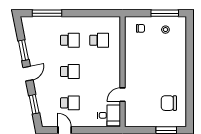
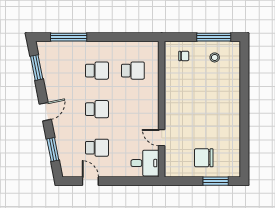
window: (23, 50) -> (37, 68), moved
door: (122, 95) -> (162, 138), hinge flipped
chair: (169, 103) -> (204, 158), moved

